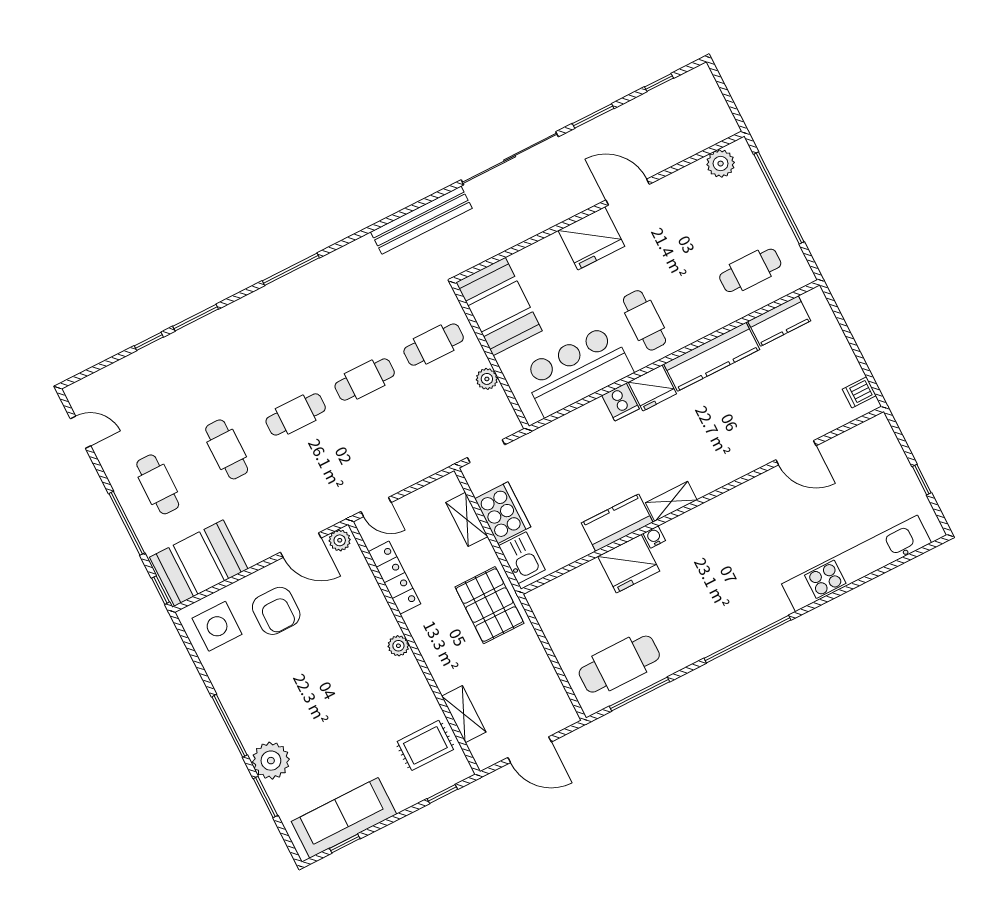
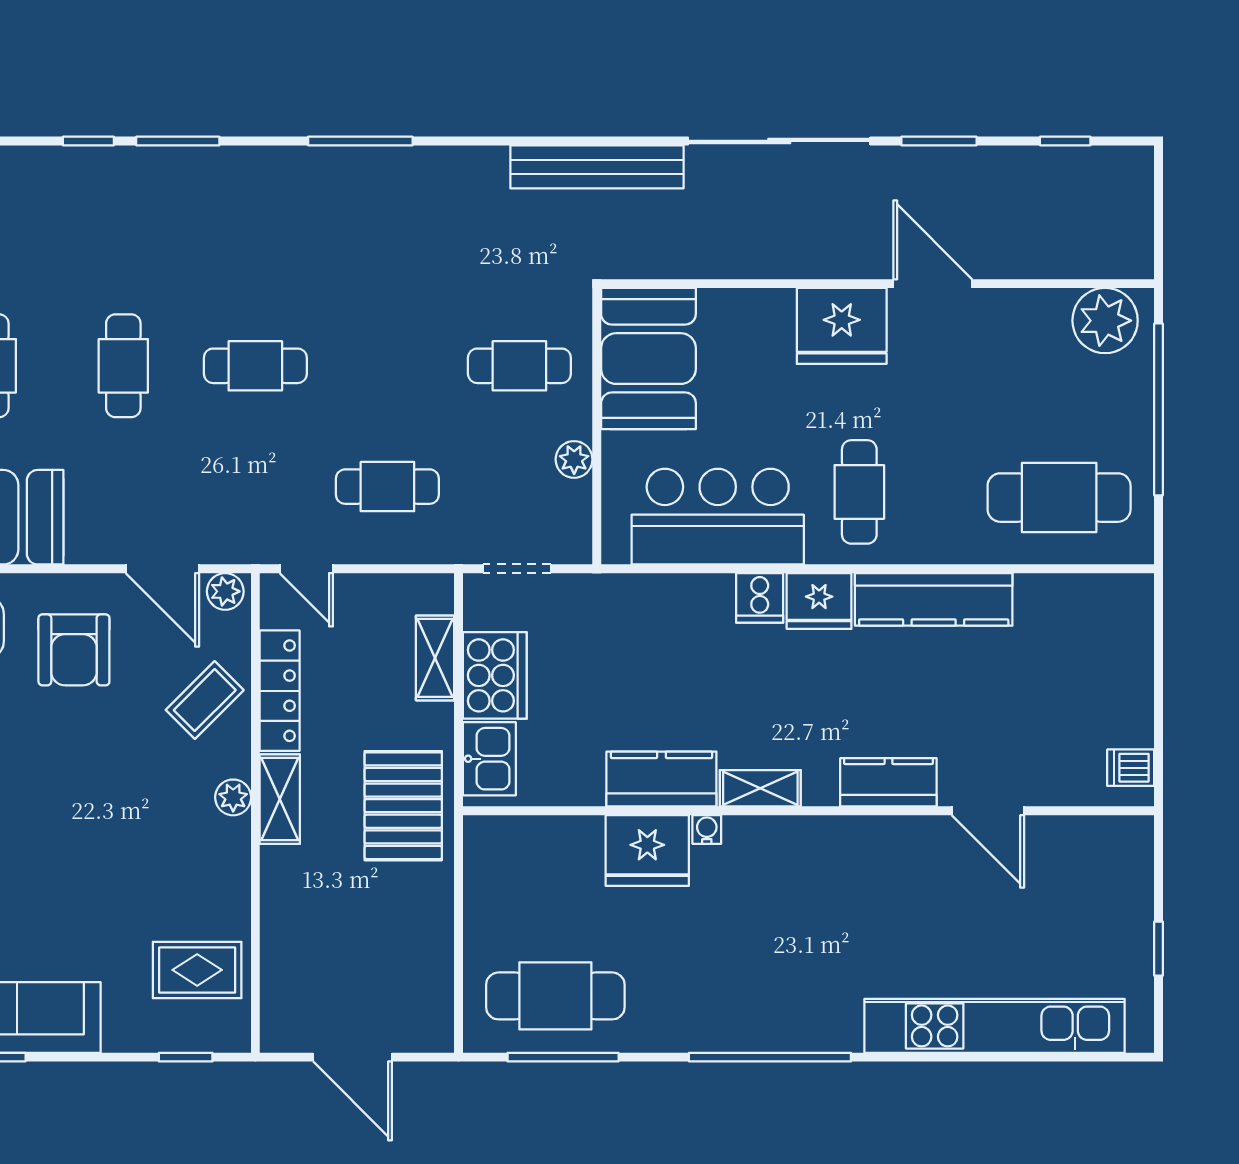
plant: (721, 164) -> (1105, 321), width x1.36, depth x1.36
cafe table: (750, 270) -> (1059, 498), width x1.37, depth x1.35
kitchen counter: (779, 321) -> (888, 782), moved, turned 180
cafe table: (365, 379) -> (387, 487), moved
coffee table: (358, 602) -> (205, 700), added
shelving: (464, 714) -> (280, 799), moved

